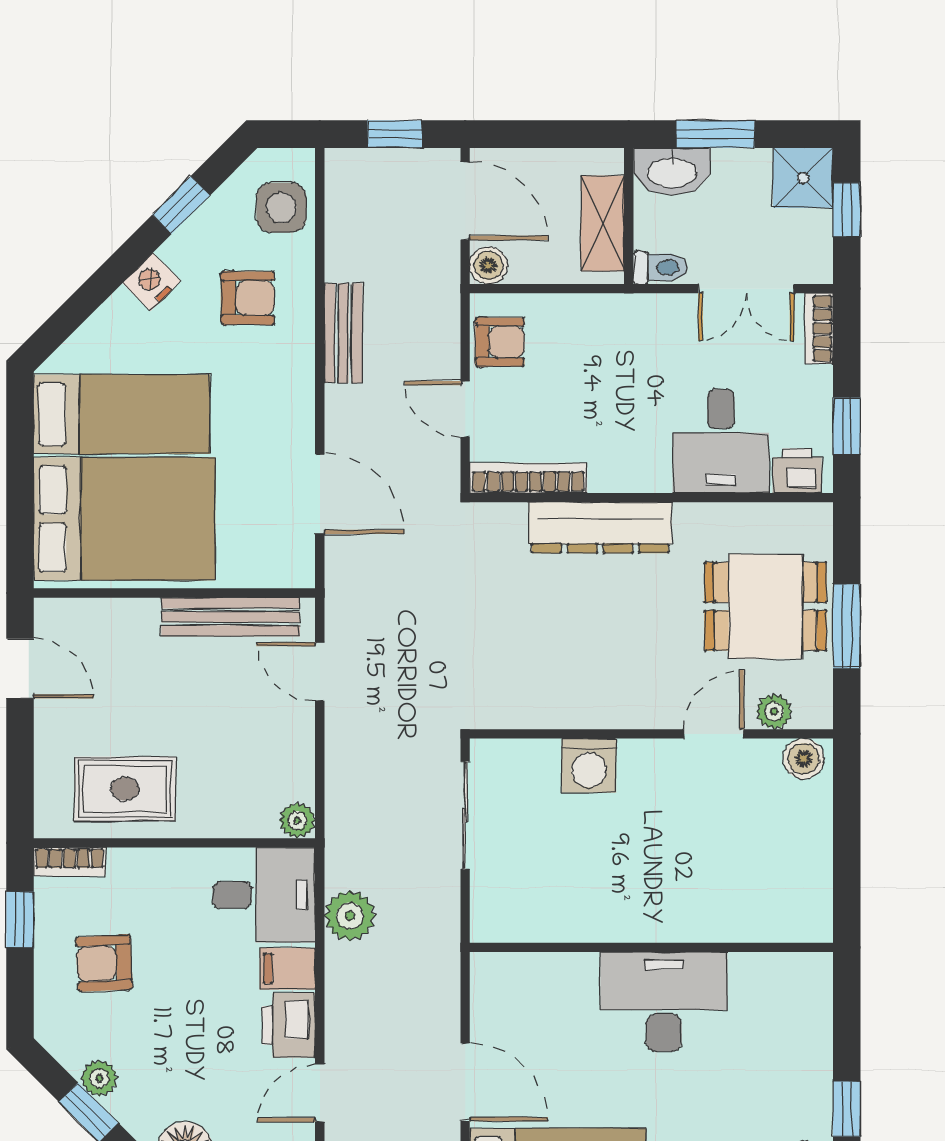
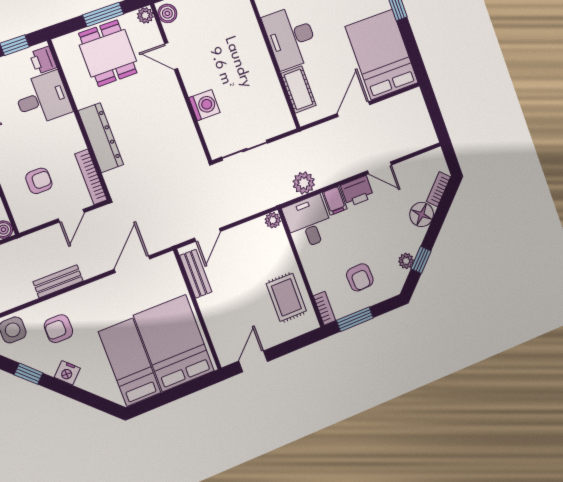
armchair: (248, 298) -> (58, 329), turned -90
armchair: (500, 342) -> (39, 181), moved, turned 90
bench: (231, 617) -> (196, 274), width x0.73
plant: (774, 711) -> (145, 15), moved
window: (20, 919) -> (355, 319), width x1.50
cot: (550, 978) -> (298, 89), added

